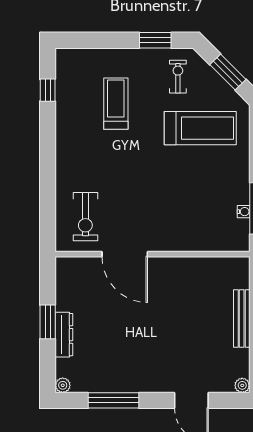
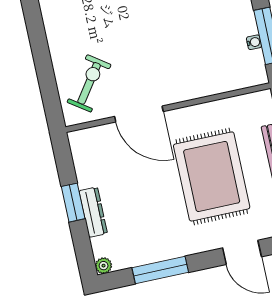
exercise bike: (85, 217) -> (89, 83), turned -145
rug: (179, 325) -> (212, 176), added

